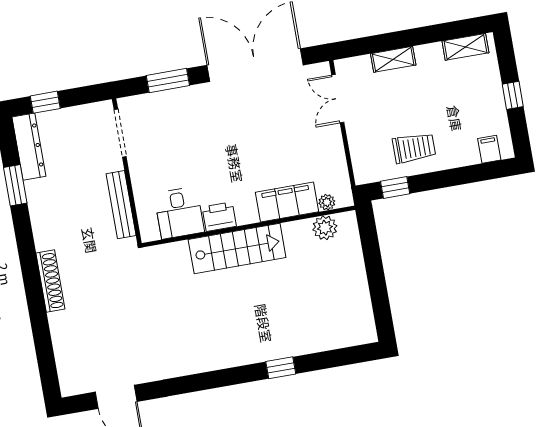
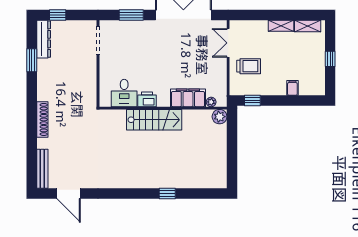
shelving: (393, 59) -> (281, 26), moved
trolley: (414, 148) -> (249, 66), moved
filing cabinet: (489, 149) -> (292, 88), moved
bench: (121, 205) -> (42, 169), moved
plant: (325, 228) -> (220, 117), moved

